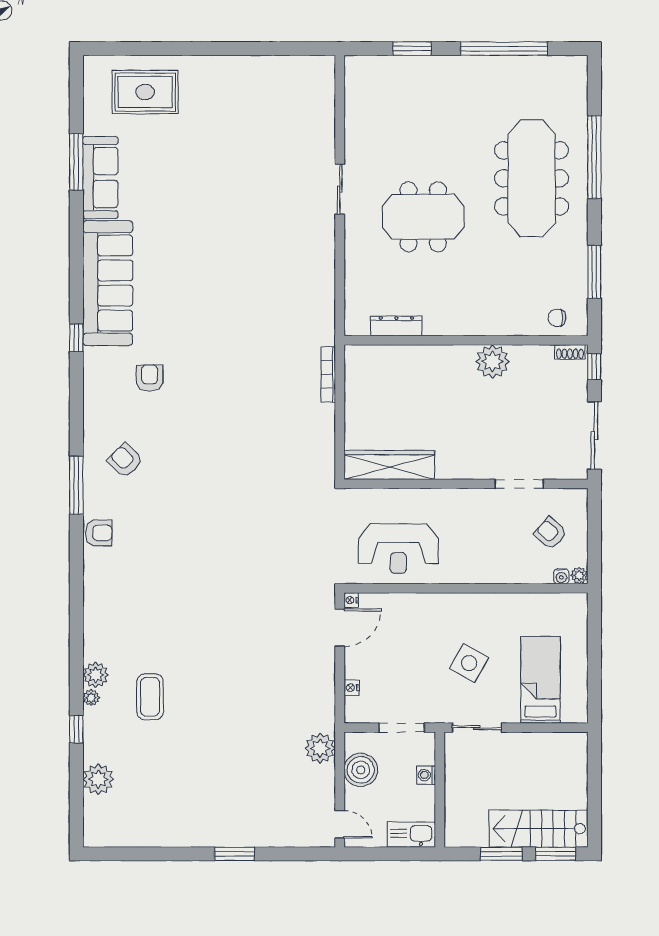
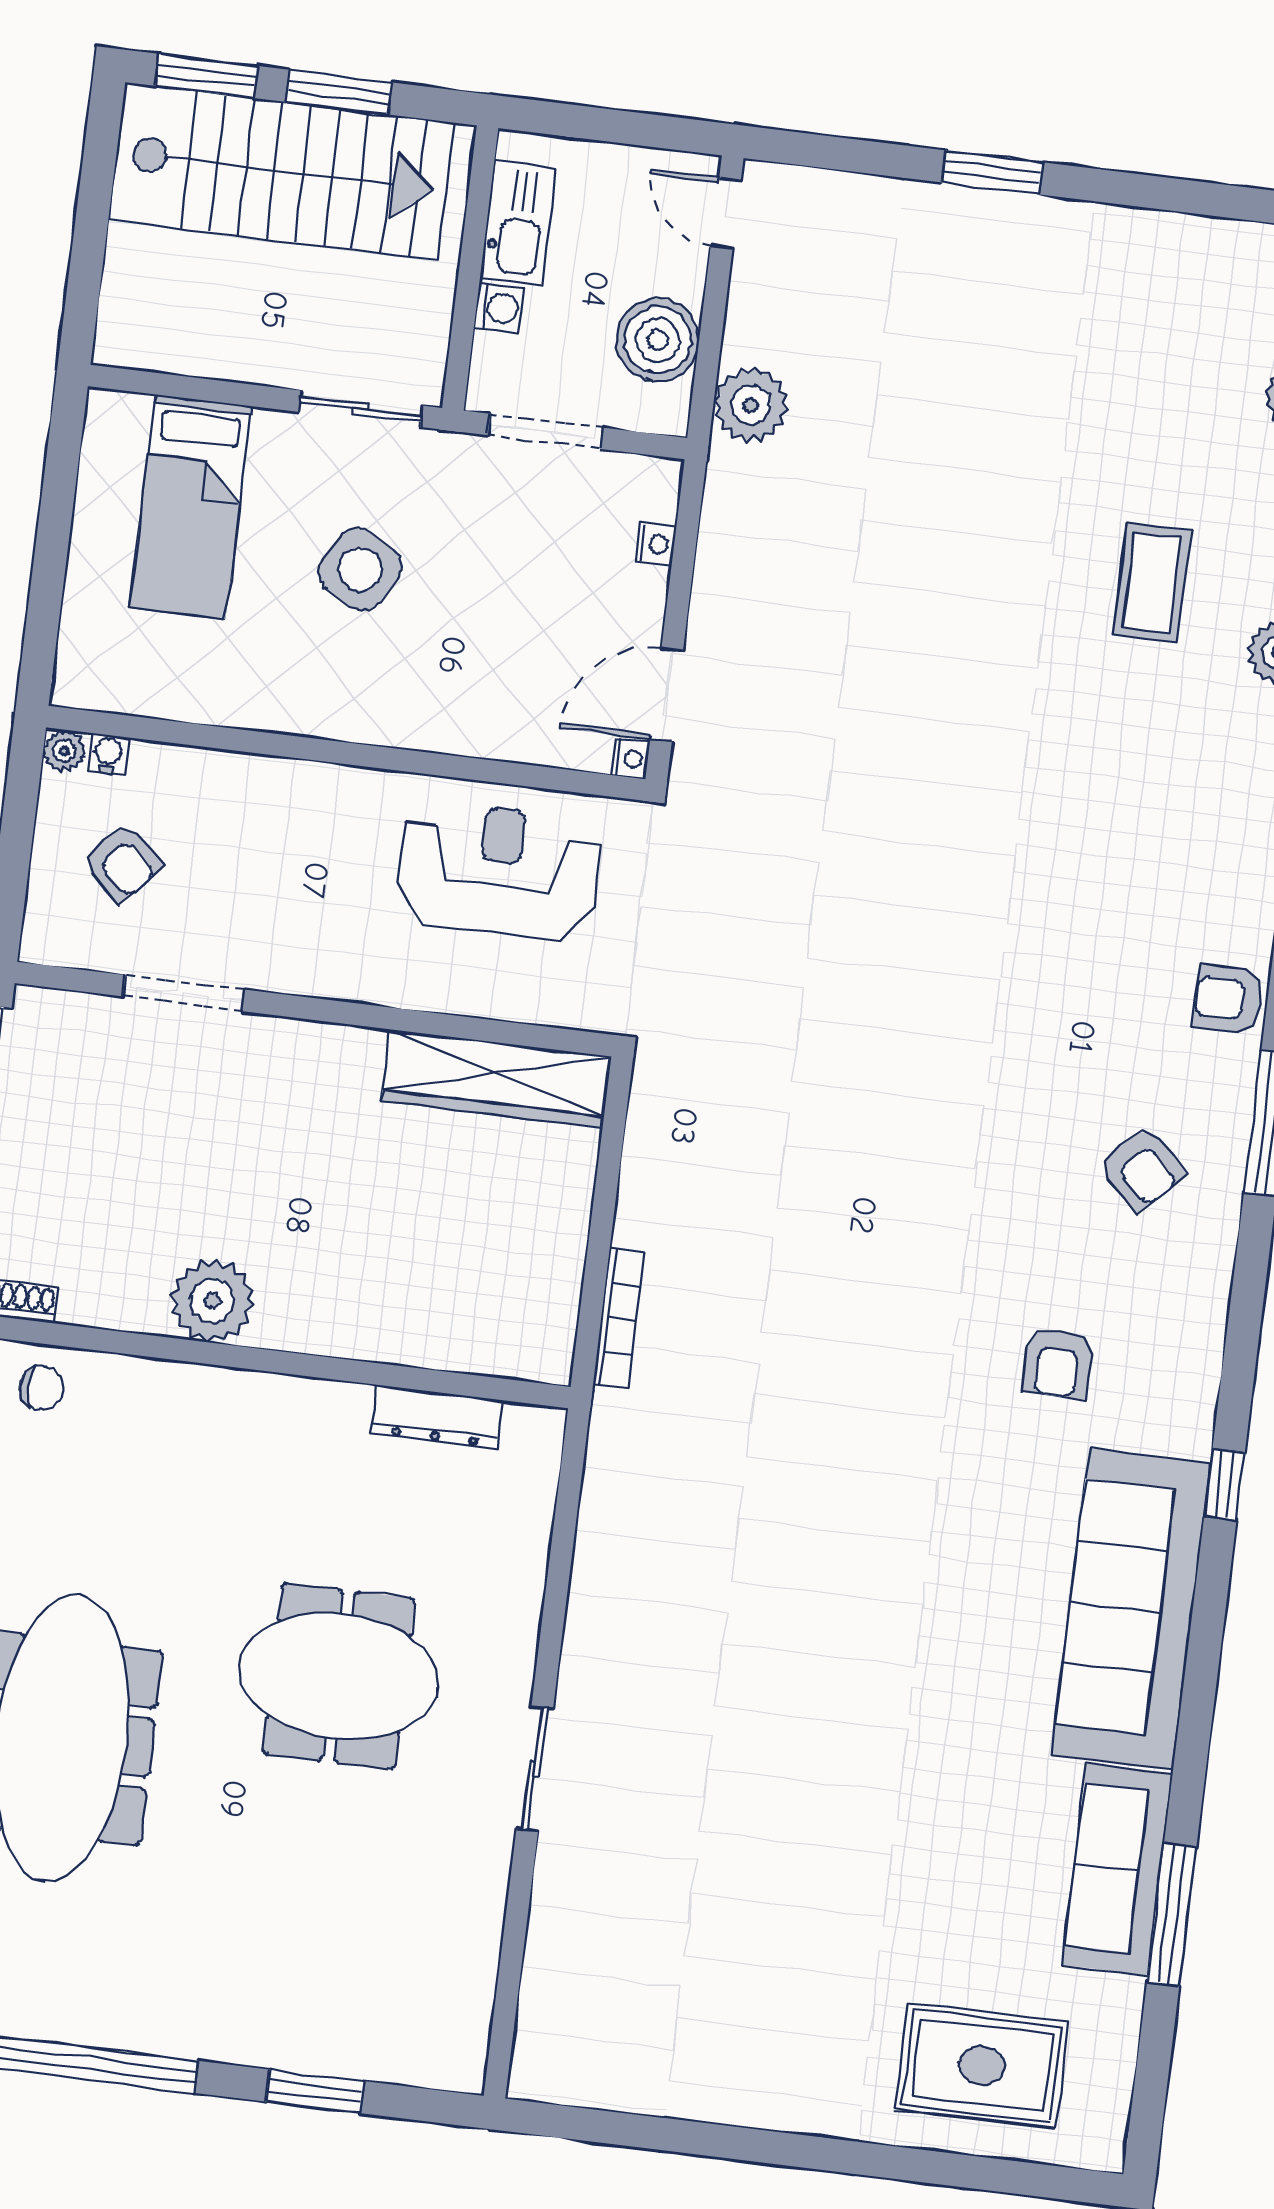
stairs: (538, 829) -> (281, 171), width x1.36, depth x1.51
kitchen sink: (411, 835) -> (518, 223), moved, turned -90

